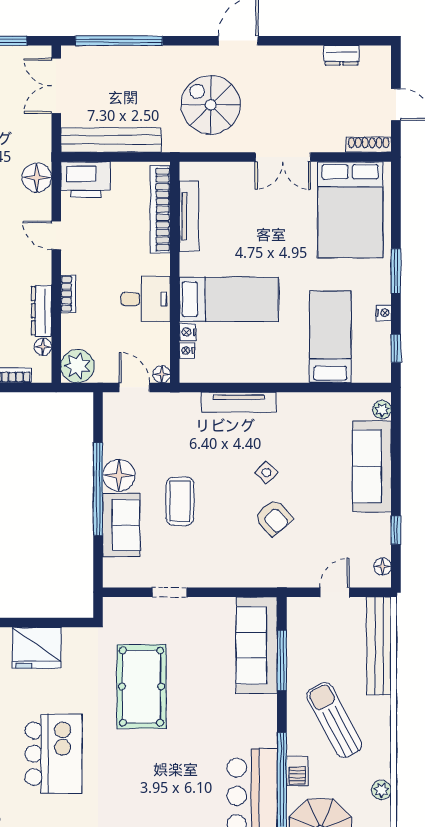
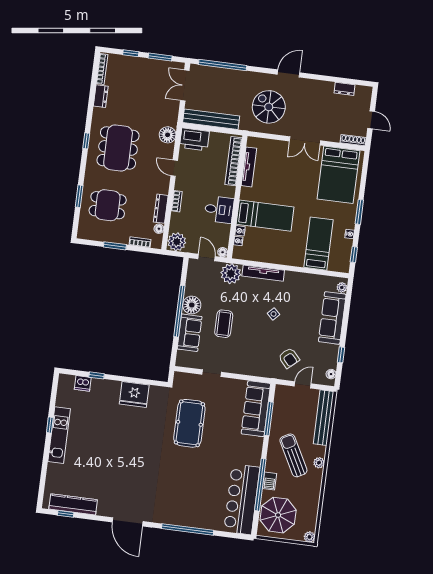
plant: (181, 410) -> (231, 274), added
armchair: (274, 518) -> (289, 358), moved
kitchen island: (54, 754) -> (136, 454), removed
plant: (381, 790) -> (319, 463), moved

